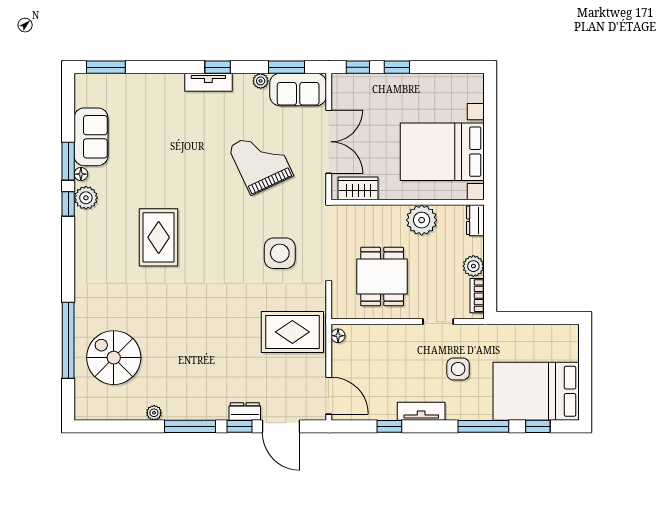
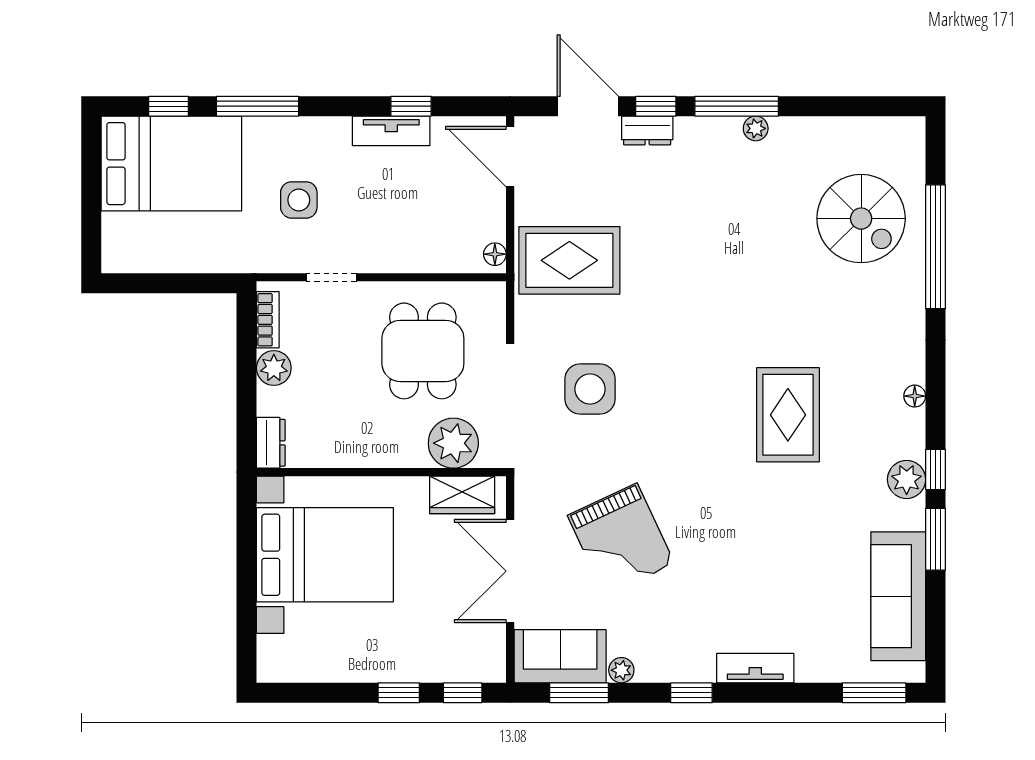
tv unit: (208, 82) -> (755, 668), moved
sofa: (91, 137) -> (898, 596), width x1.36
floor lamp: (81, 174) -> (915, 396), moved
plant: (422, 220) -> (453, 443), moved
tv unit: (421, 411) -> (391, 131), moved
plant: (154, 413) -> (756, 128), moved

